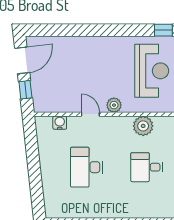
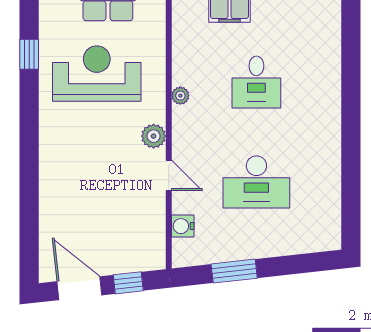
door: (90, 114) -> (169, 175), swing flipped
plant: (143, 126) -> (180, 96), width x0.53, depth x0.53
window: (33, 154) -> (234, 271), added

